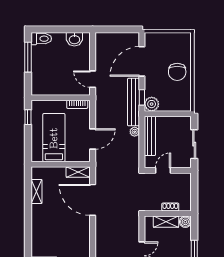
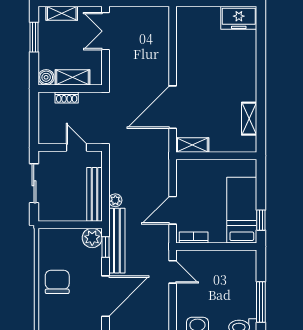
bed: (54, 138) -> (242, 210), moved, turned 180
door: (93, 139) -> (173, 210), moved
door: (163, 170) -> (77, 147), swing flipped
door: (93, 200) -> (173, 107), swing flipped

